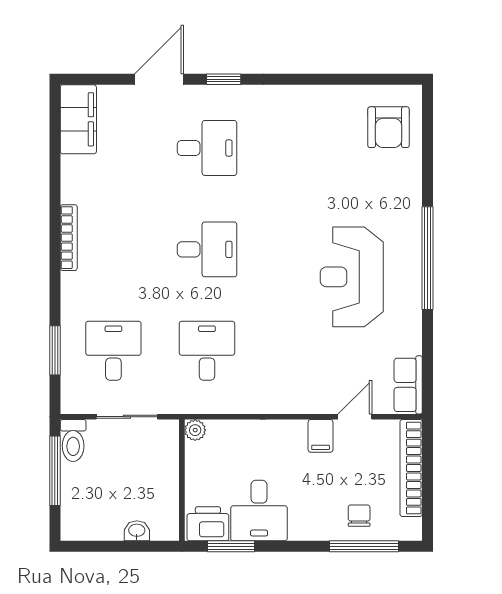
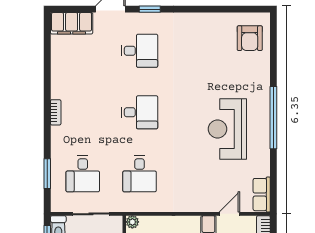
filing cabinet: (78, 119) -> (72, 23), moved, turned 90
bookcase: (69, 238) -> (56, 112), width x0.64
desk: (113, 351) -> (83, 174), turned 180
desk: (207, 351) -> (140, 174), turned 180

